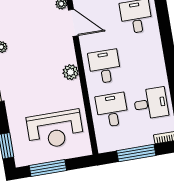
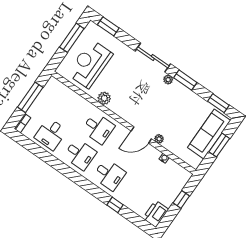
plant: (71, 72) -> (104, 98), moved
desk: (112, 110) -> (80, 154), moved

